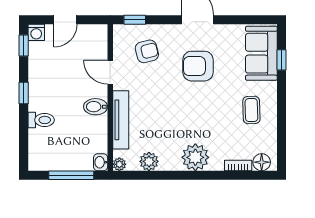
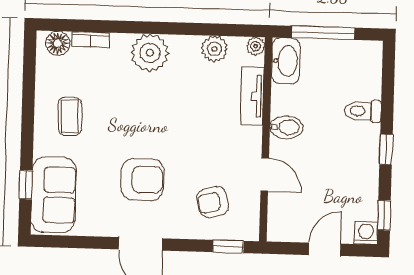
tv unit: (121, 120) -> (252, 96), width x0.71
washbasin: (101, 162) -> (286, 61), width x1.91, depth x1.45

